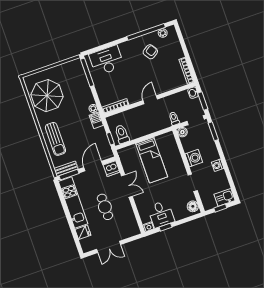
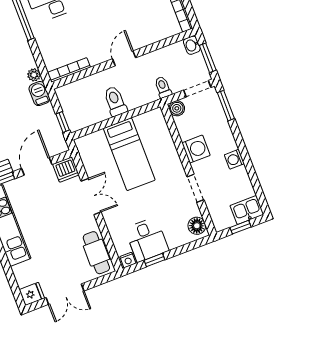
toilet: (122, 134) -> (115, 101), moved
cafe table: (105, 207) -> (96, 253), moved
fridge: (83, 232) -> (32, 294), moved

